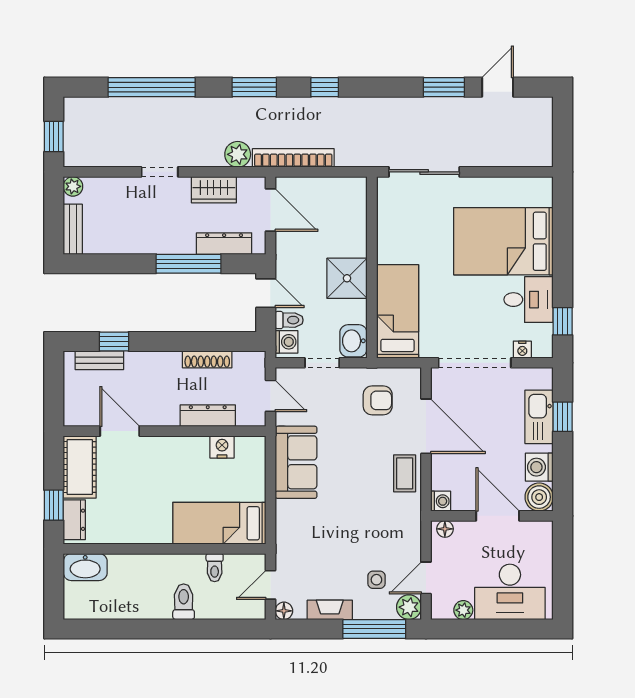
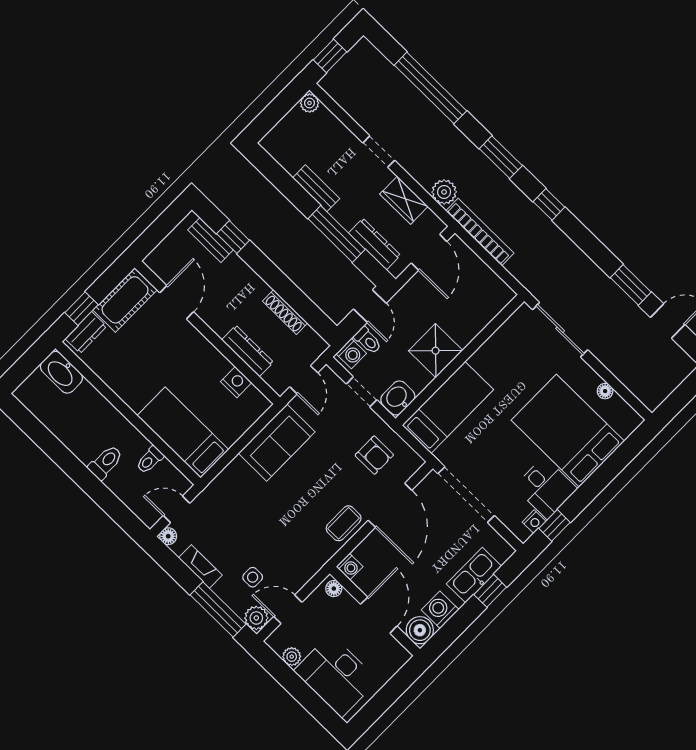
floor lamp: (502, 185) -> (605, 391), added
bench: (73, 229) -> (316, 188), moved, turned 90
nightstand: (522, 350) -> (534, 522), moved, turned -90

